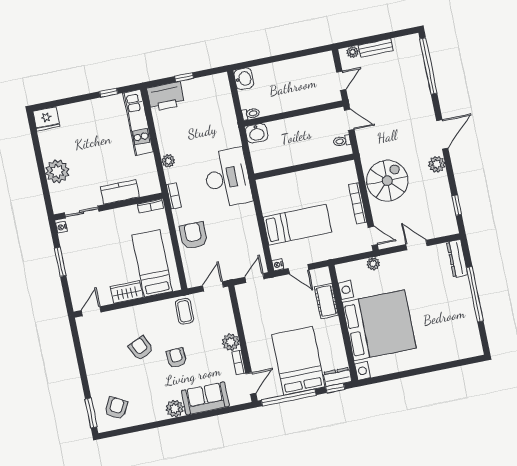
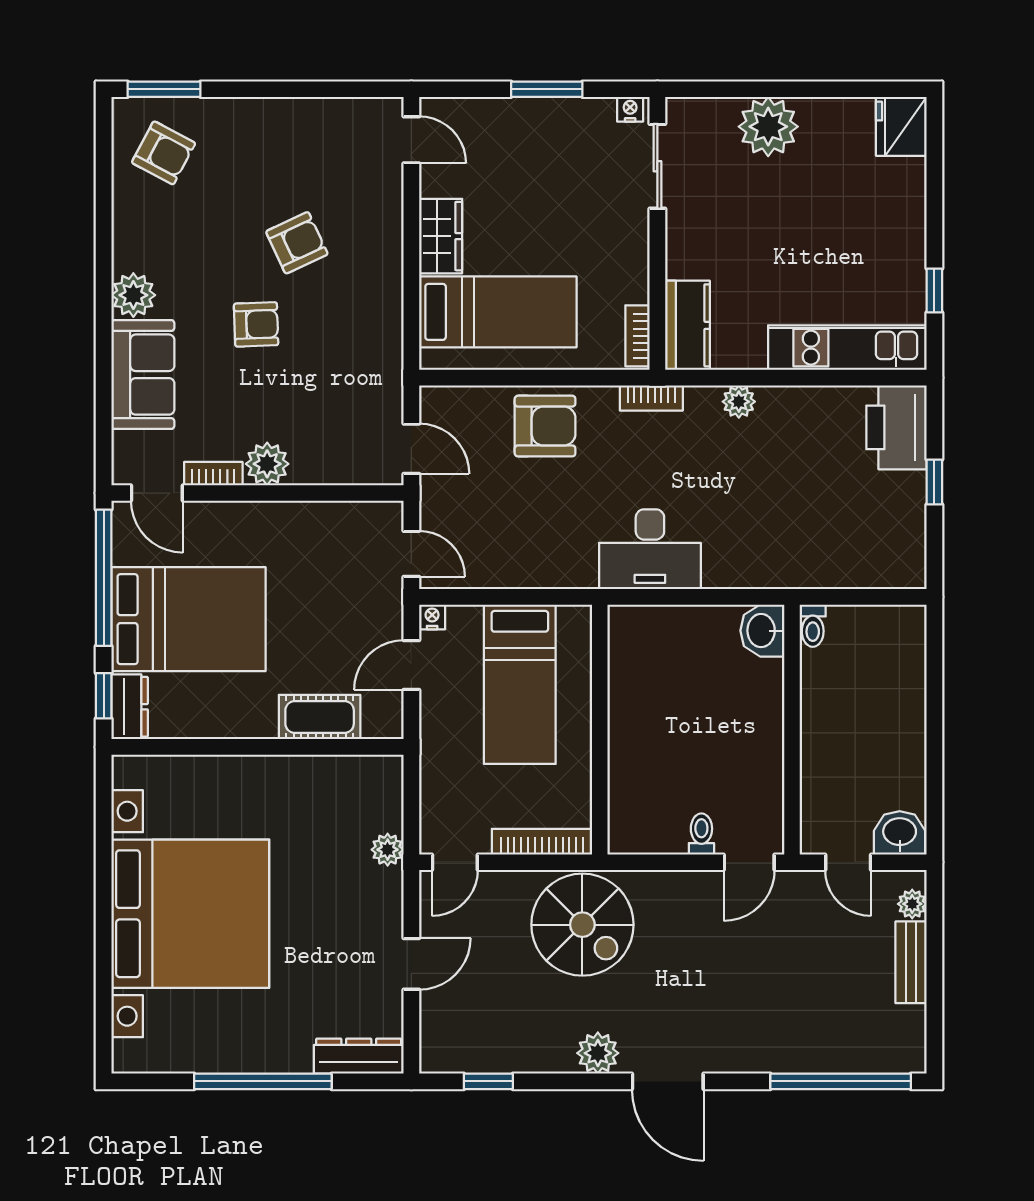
washbasin: (244, 79) -> (900, 833), moved, turned 180
wall: (304, 167) -> (600, 730), moved
desk: (227, 178) -> (650, 549), width x0.73, depth x0.77
kitchen counter: (120, 192) -> (687, 325), moved
coffee table: (185, 311) -> (365, 367), removed
bed with nightstands: (379, 325) -> (190, 914), moved, turned -90

